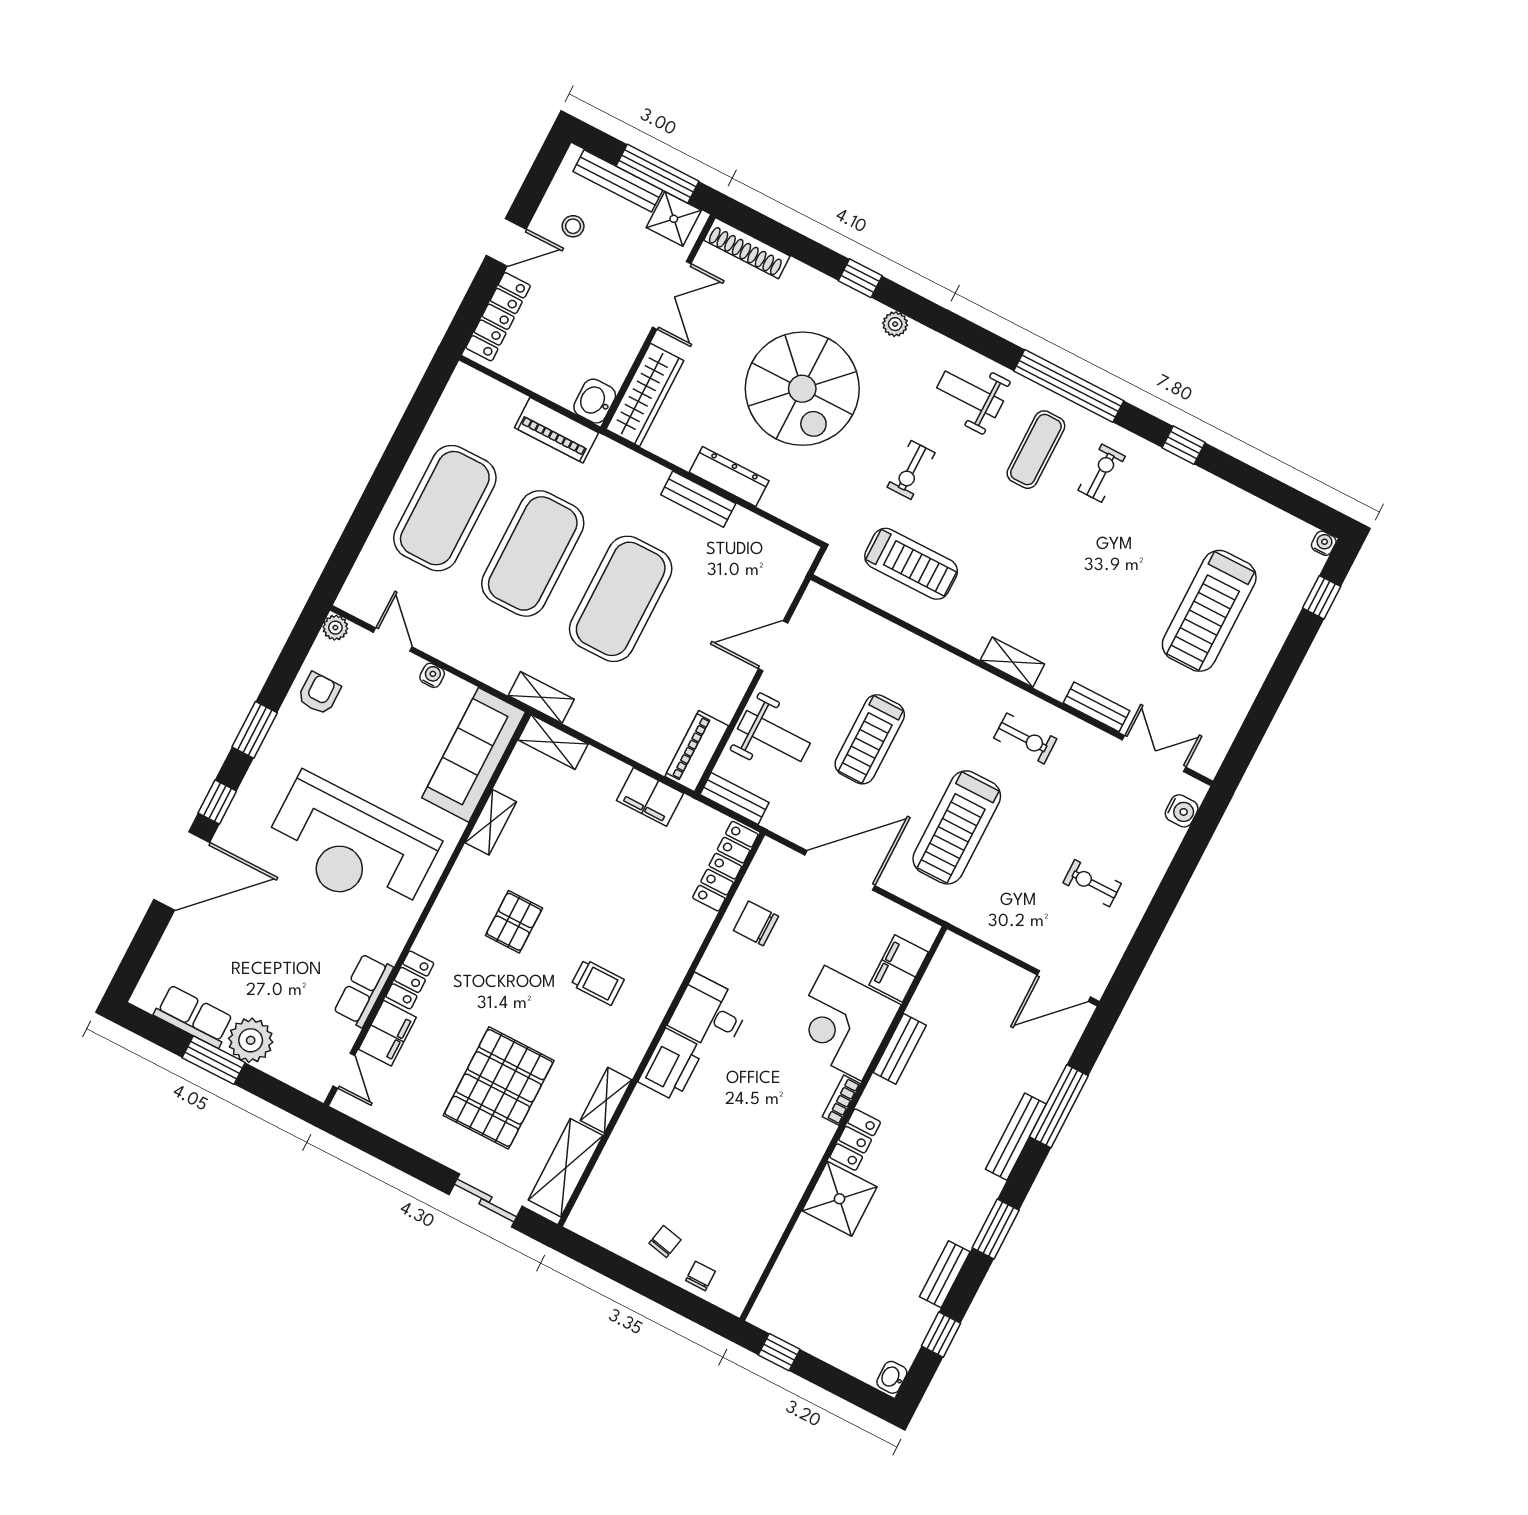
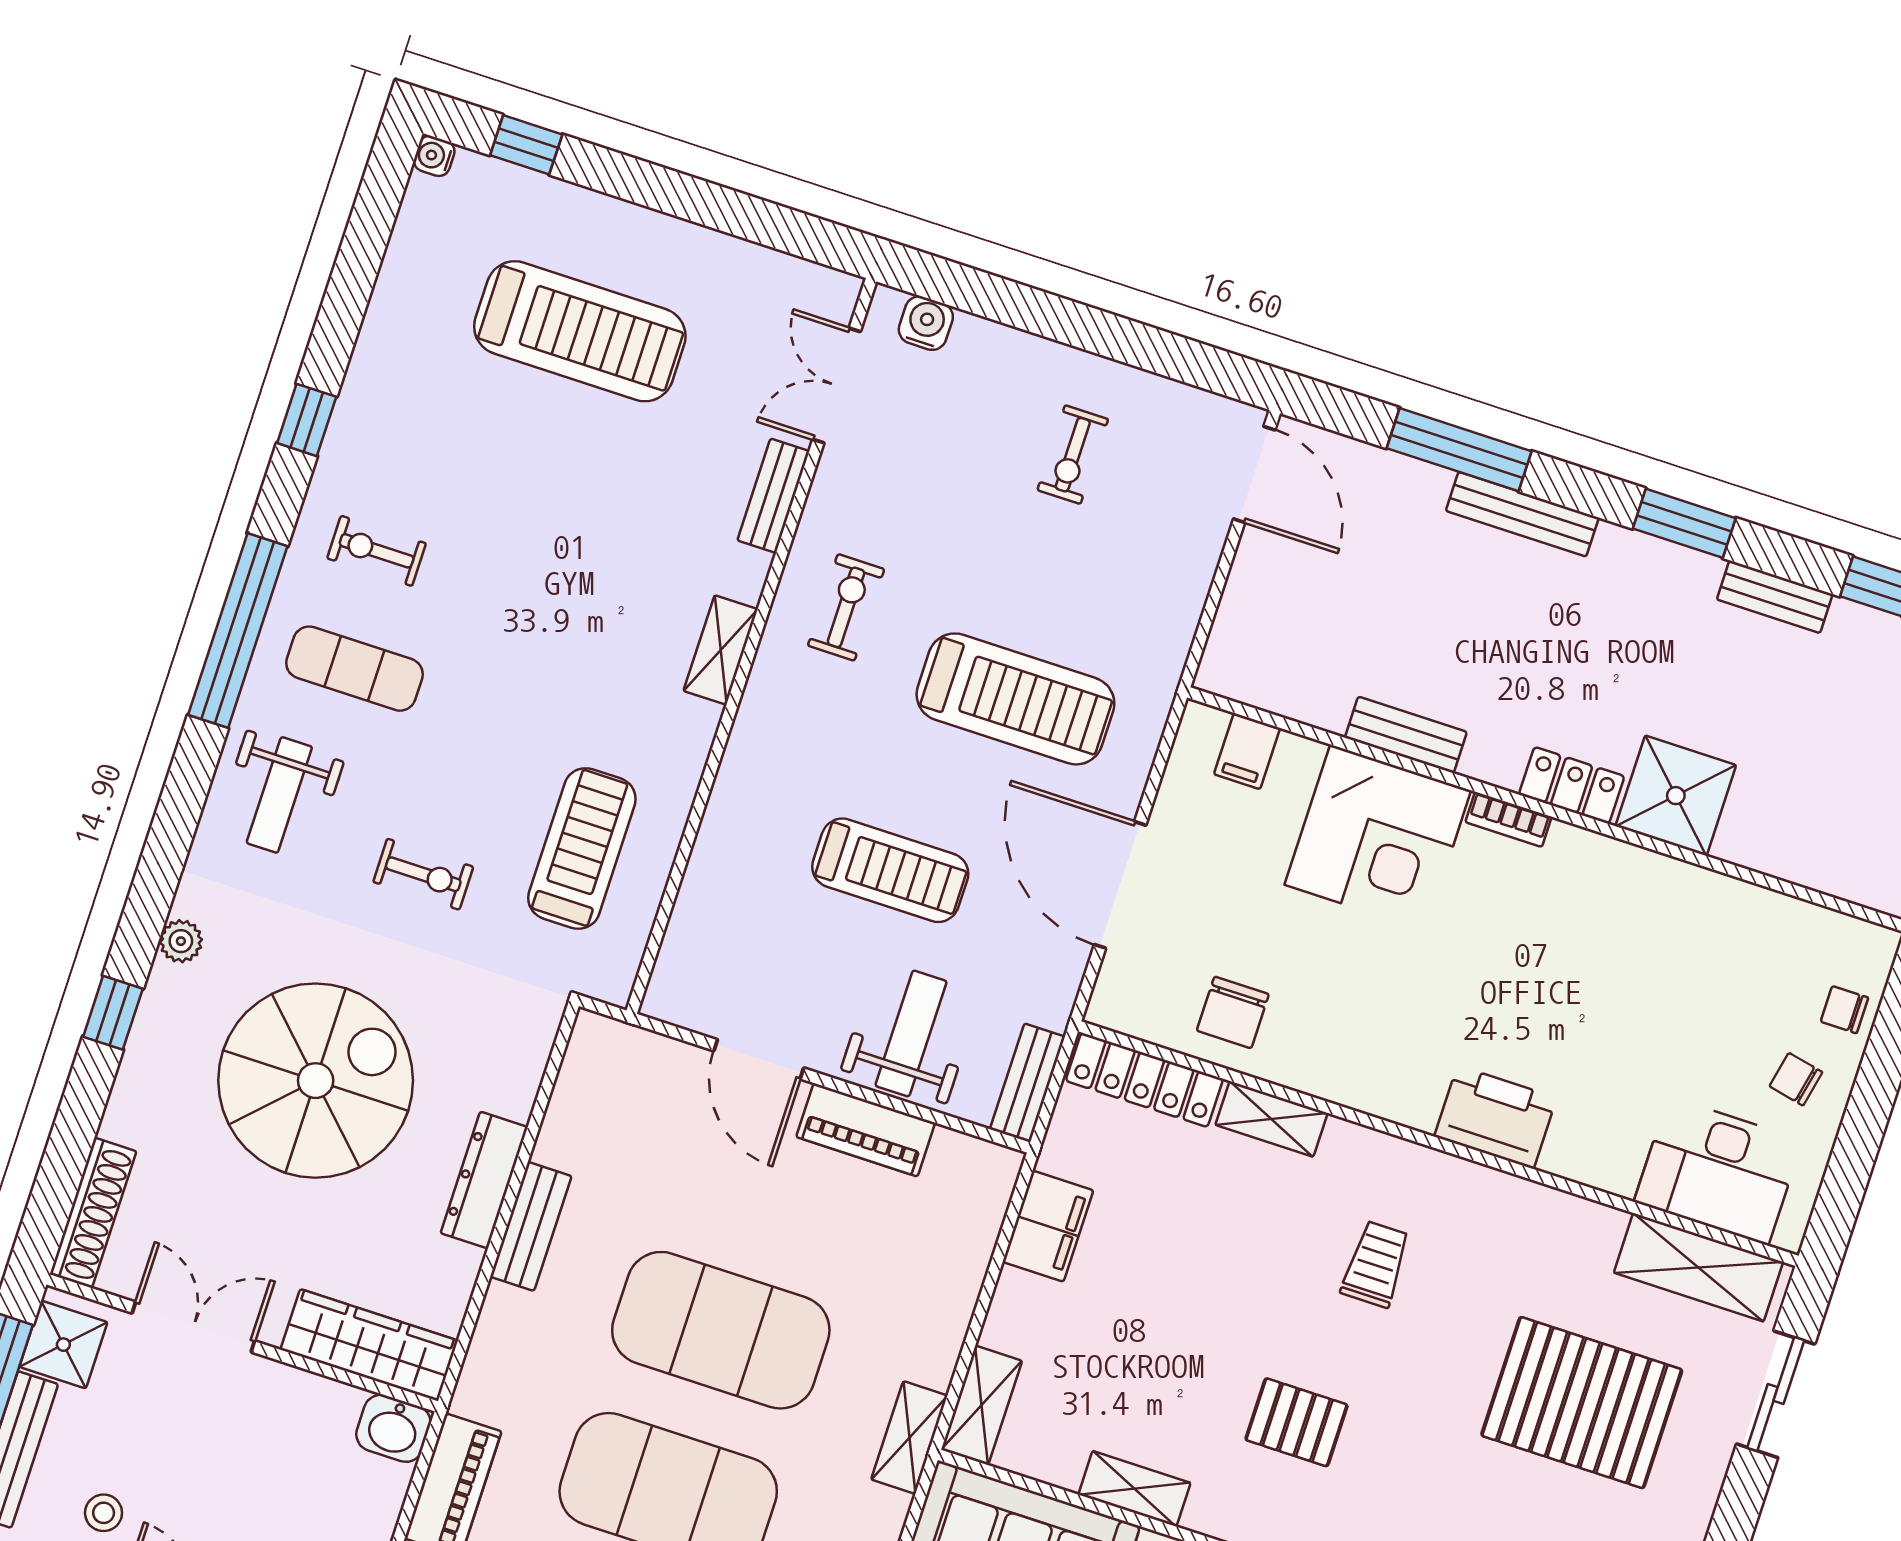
piano: (697, 751) -> (866, 1130), moved
filing cabinet: (899, 969) -> (1247, 751), width x0.50
desk: (709, 1014) -> (1718, 1171), moved, width x1.37
shelving: (606, 1100) -> (1271, 1119), moved

